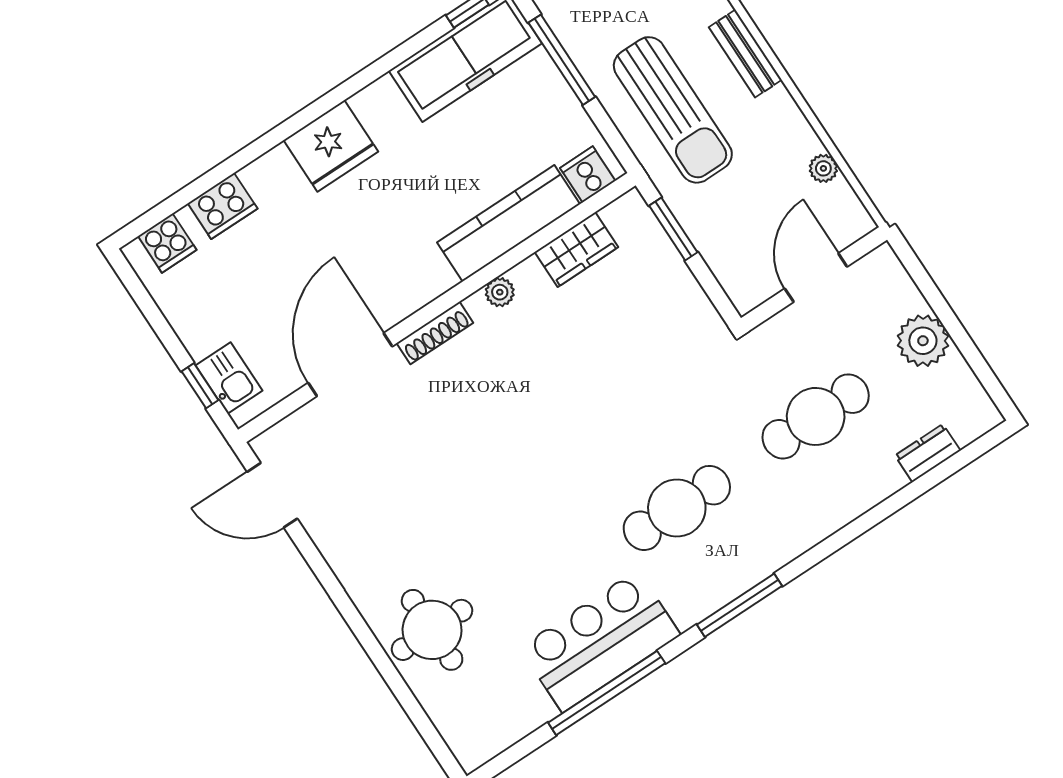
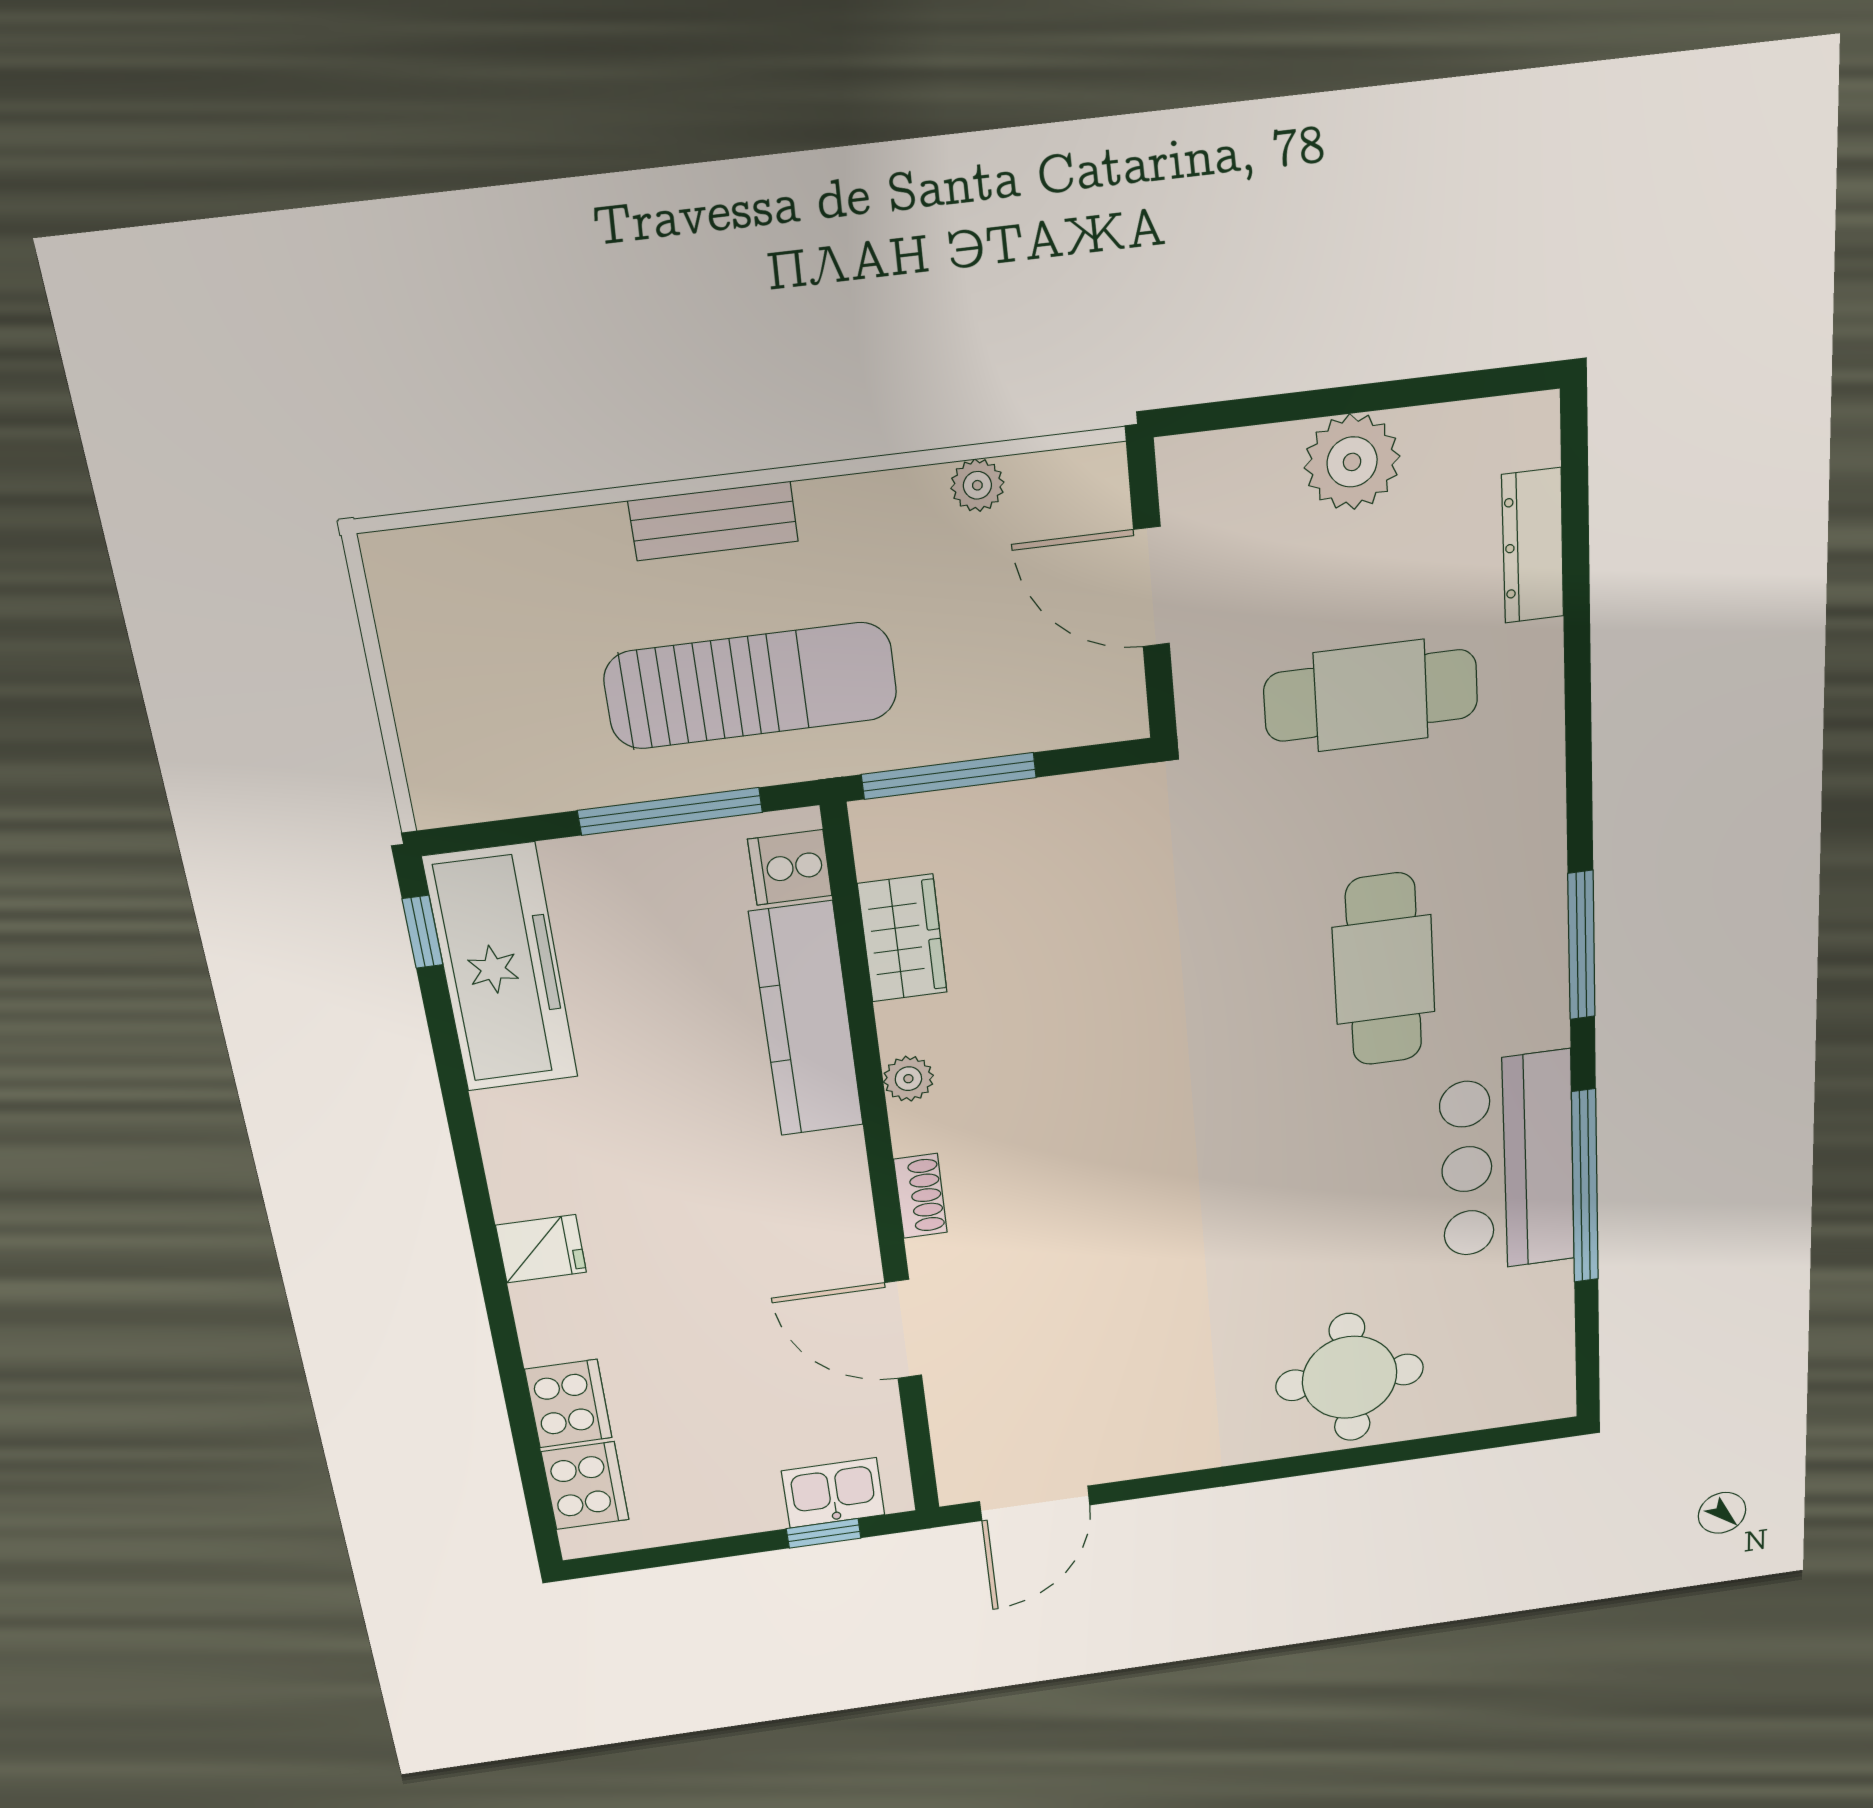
window: (562, 60) -> (670, 811), moved
fridge: (331, 146) -> (541, 1249), width x0.53, depth x0.75
window: (673, 229) -> (949, 776), width x1.44
cooker: (167, 243) -> (585, 1486), width x1.36
shoe rack: (435, 333) -> (921, 1196), width x0.70
door: (350, 365) -> (903, 1329), width x0.73
cafe table: (816, 416) -> (1371, 696), turned 90
dresser: (928, 453) -> (1533, 546), width x1.44

